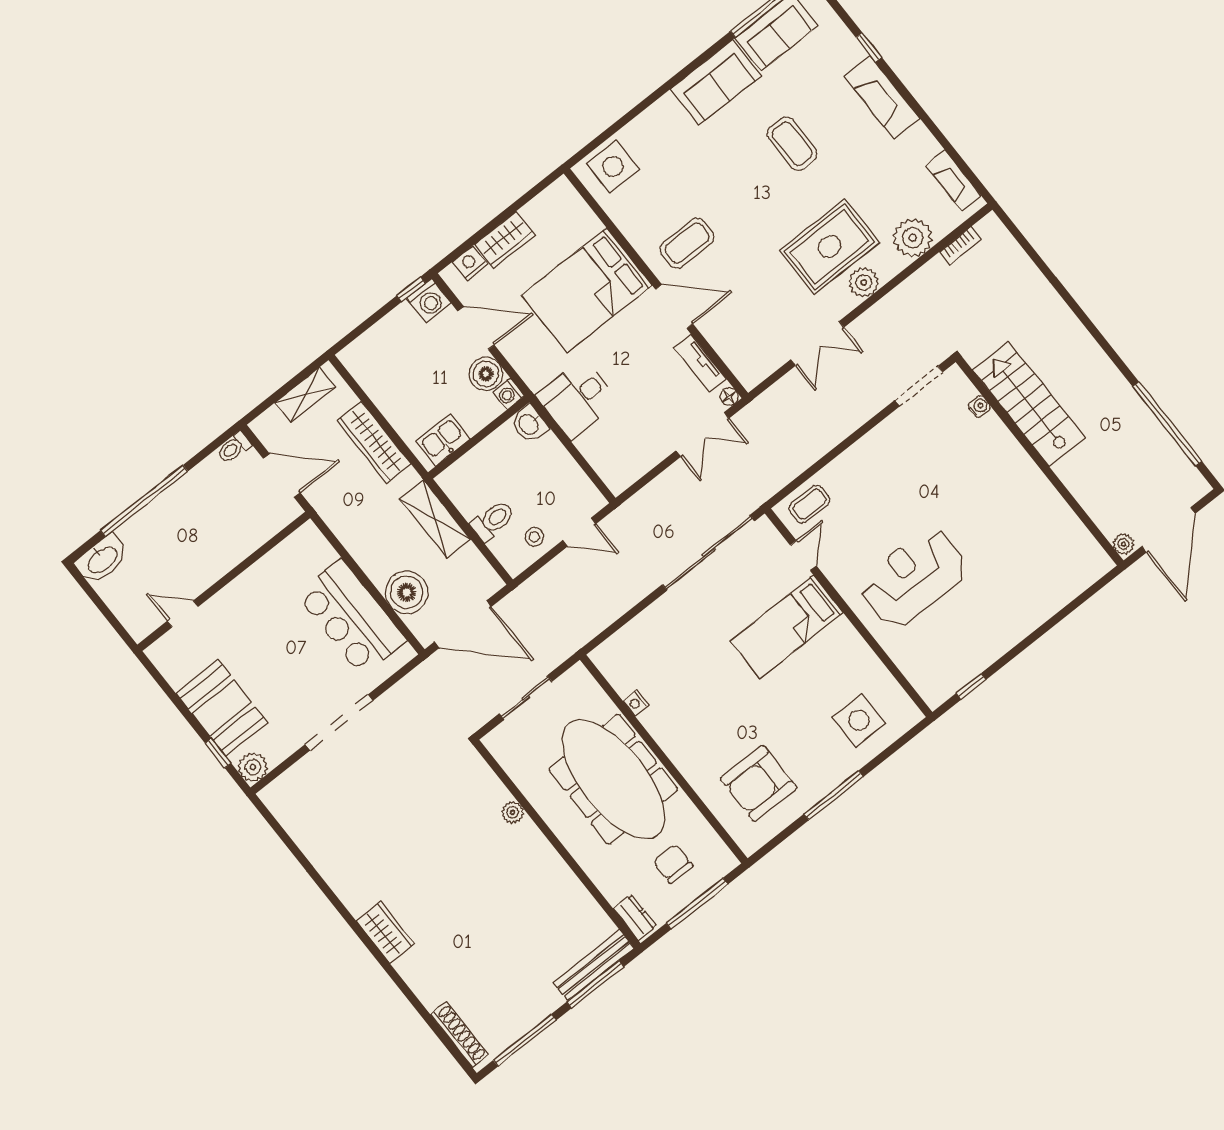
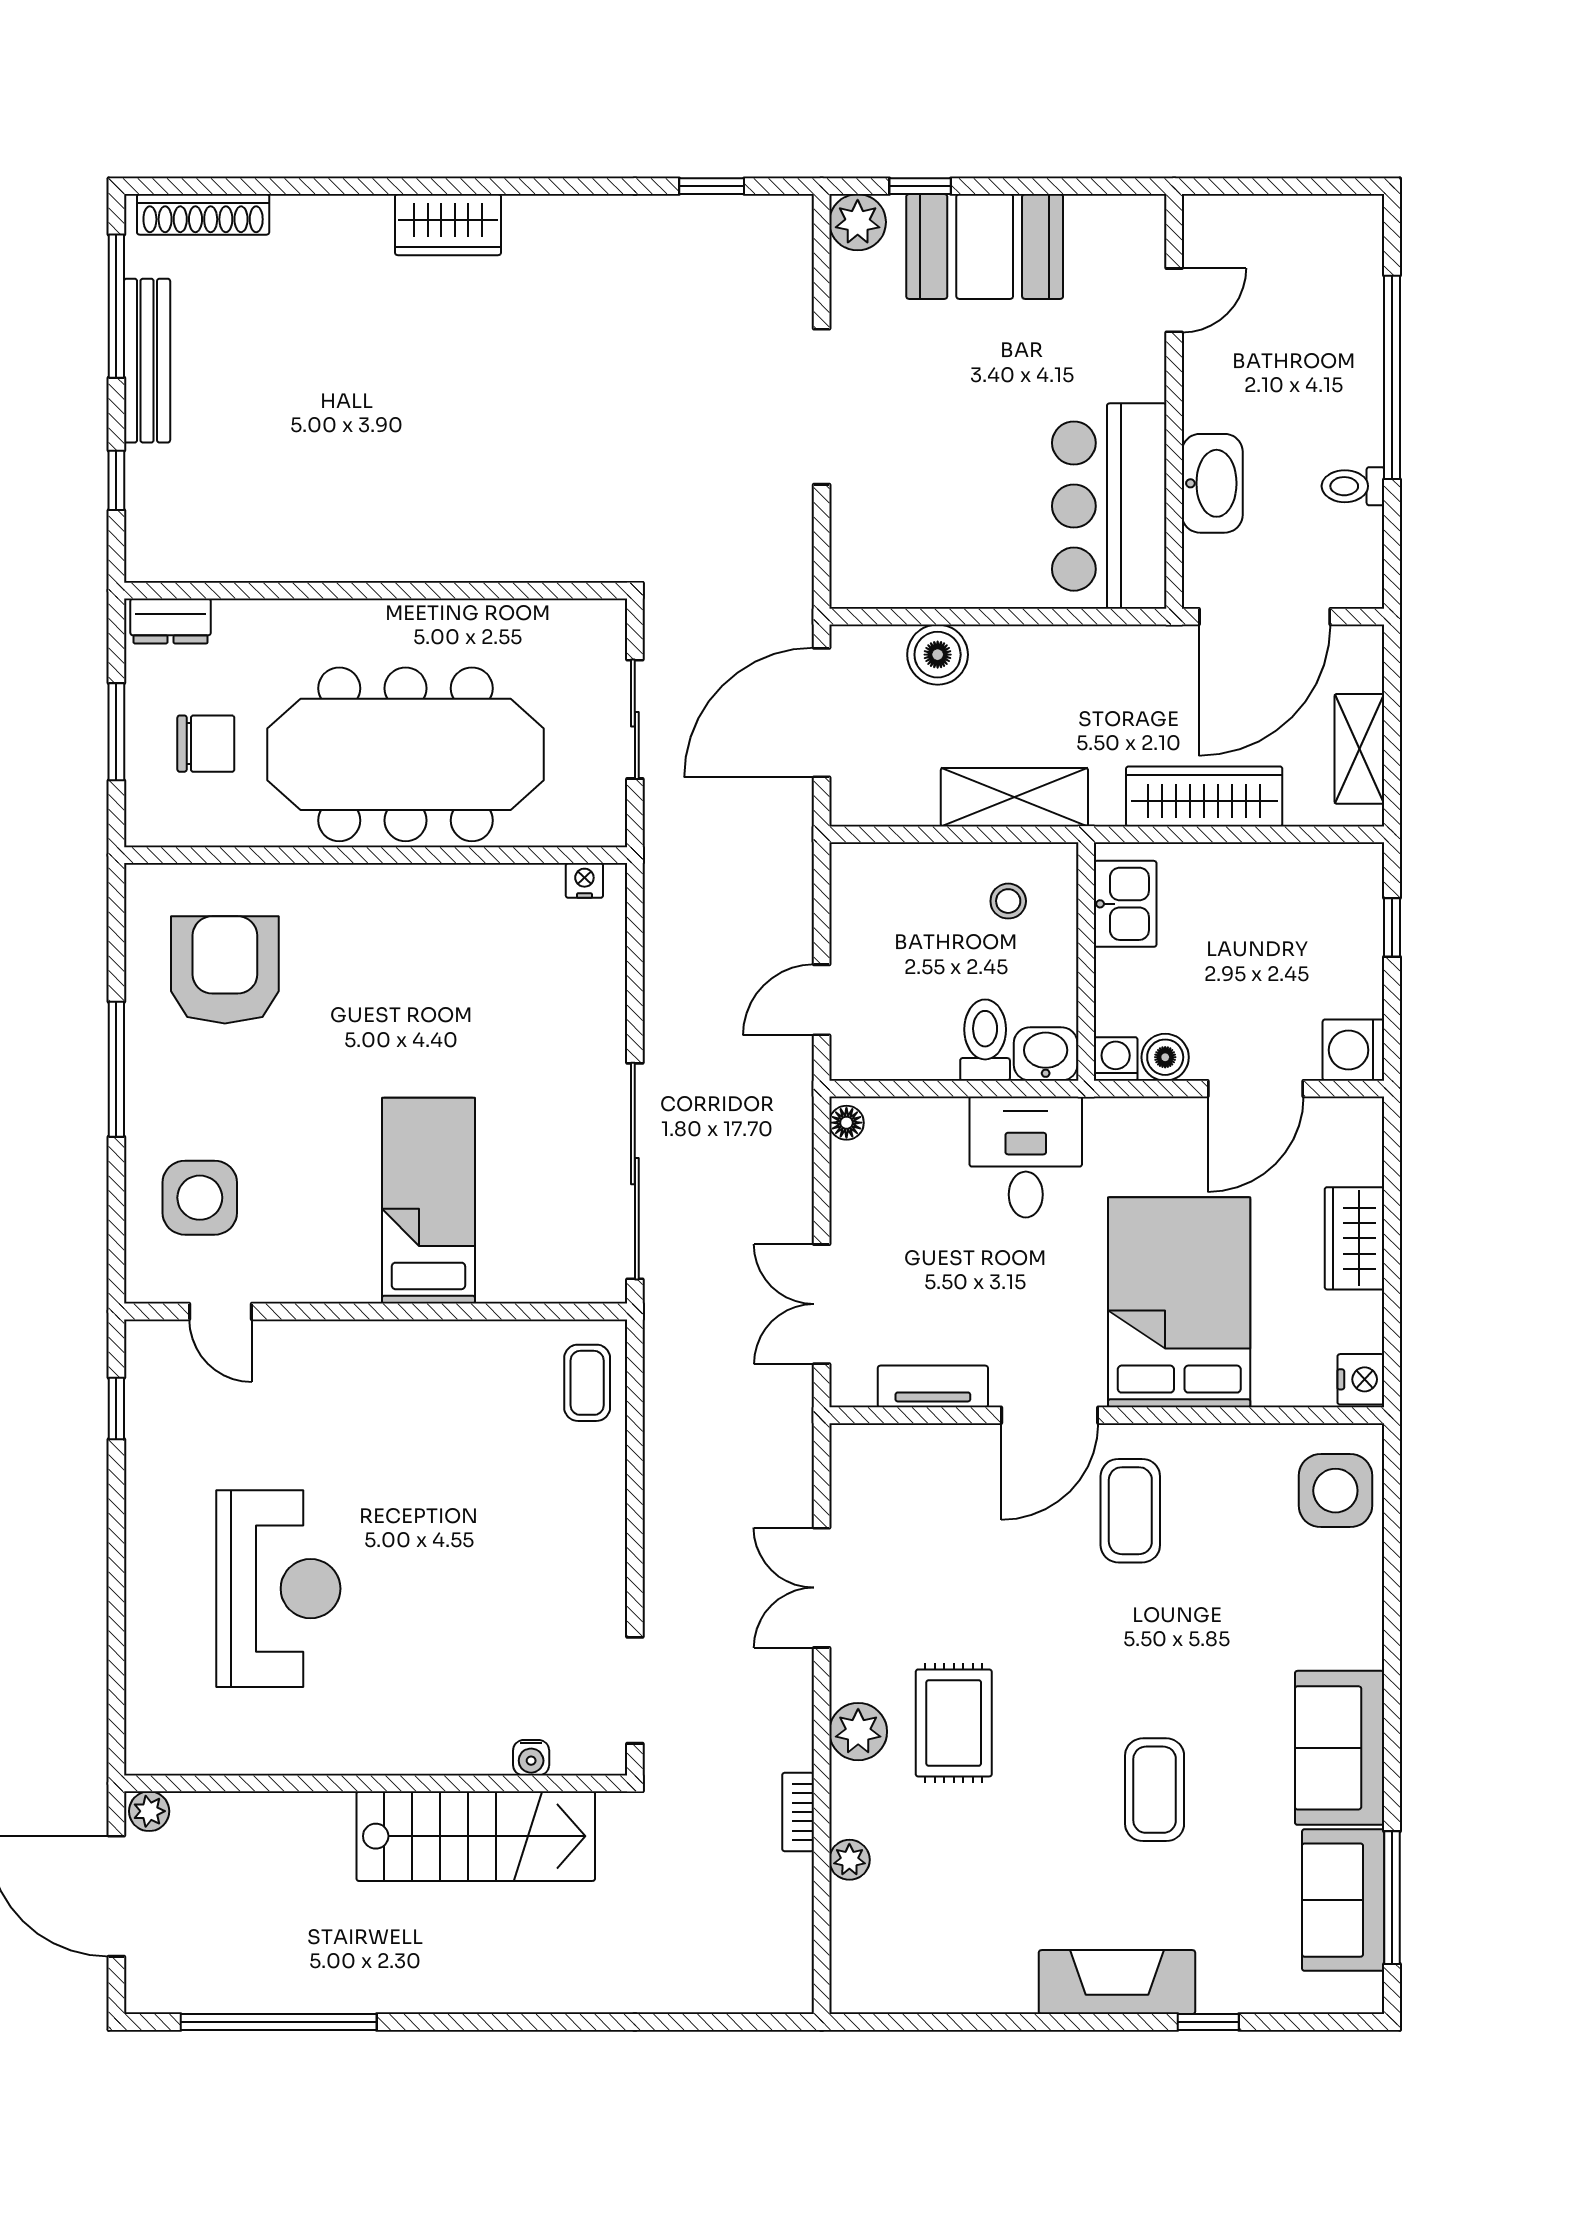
coffee table: (792, 144) -> (1155, 1790), turned 90
fireplace: (953, 181) -> (905, 1990), removed
plant: (913, 238) -> (849, 1860), width x0.53, depth x0.53
bookcase: (960, 246) -> (798, 1812), moved
rug: (830, 247) -> (954, 1723), width x0.73, depth x0.70
nightstand: (470, 263) -> (1361, 1379), moved
window: (411, 289) -> (1392, 927), moved
boiler: (486, 374) -> (1165, 1057), width x0.73, depth x0.73
floor lamp: (729, 397) -> (846, 1123), moved
toilet: (234, 448) -> (1353, 486), moved, turned -90
door: (282, 476) -> (1265, 617), width x1.36
toilet: (493, 520) -> (985, 1040), moved, turned 180
stool: (534, 537) -> (1008, 901), moved
door: (803, 556) -> (220, 1312), moved
washbasin: (102, 559) -> (1212, 483), moved, turned 180
reception desk: (913, 578) -> (278, 1589), moved
boiler: (407, 592) -> (938, 655), width x0.73, depth x0.73
bar counter: (351, 617) -> (1109, 506), moved, turned -90
nightstand: (636, 703) -> (584, 880), moved
plant: (513, 812) -> (477, 562), removed
window: (285, 838) -> (712, 186), added
window: (697, 904) -> (116, 732), width x0.69
bench: (594, 965) -> (147, 361), moved
window: (595, 984) -> (116, 480), width x0.46

